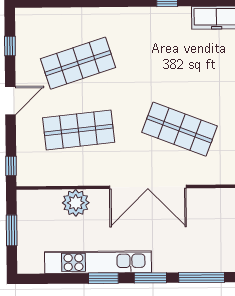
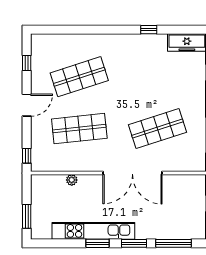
shop shelf: (180, 129) -> (157, 129), turned -39
plant: (76, 203) -> (72, 180), width x0.53, depth x0.53
window: (12, 230) -> (27, 216), moved

